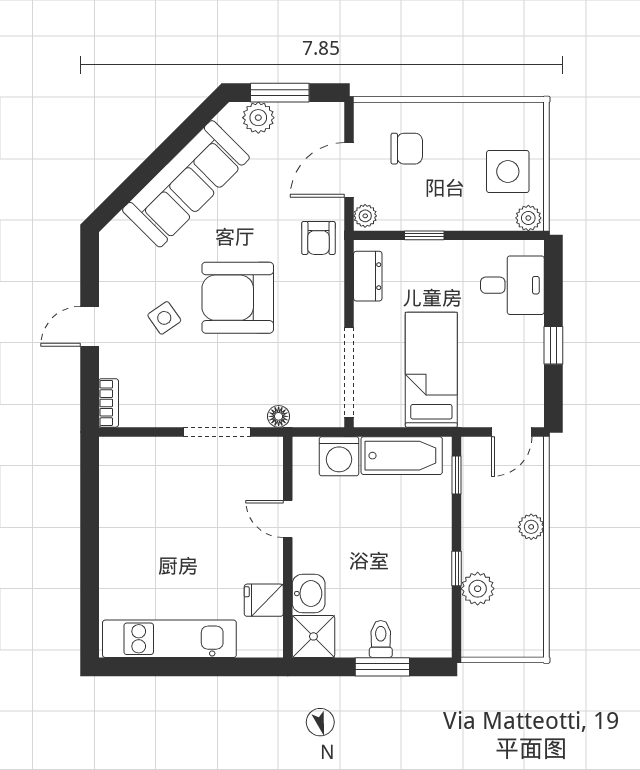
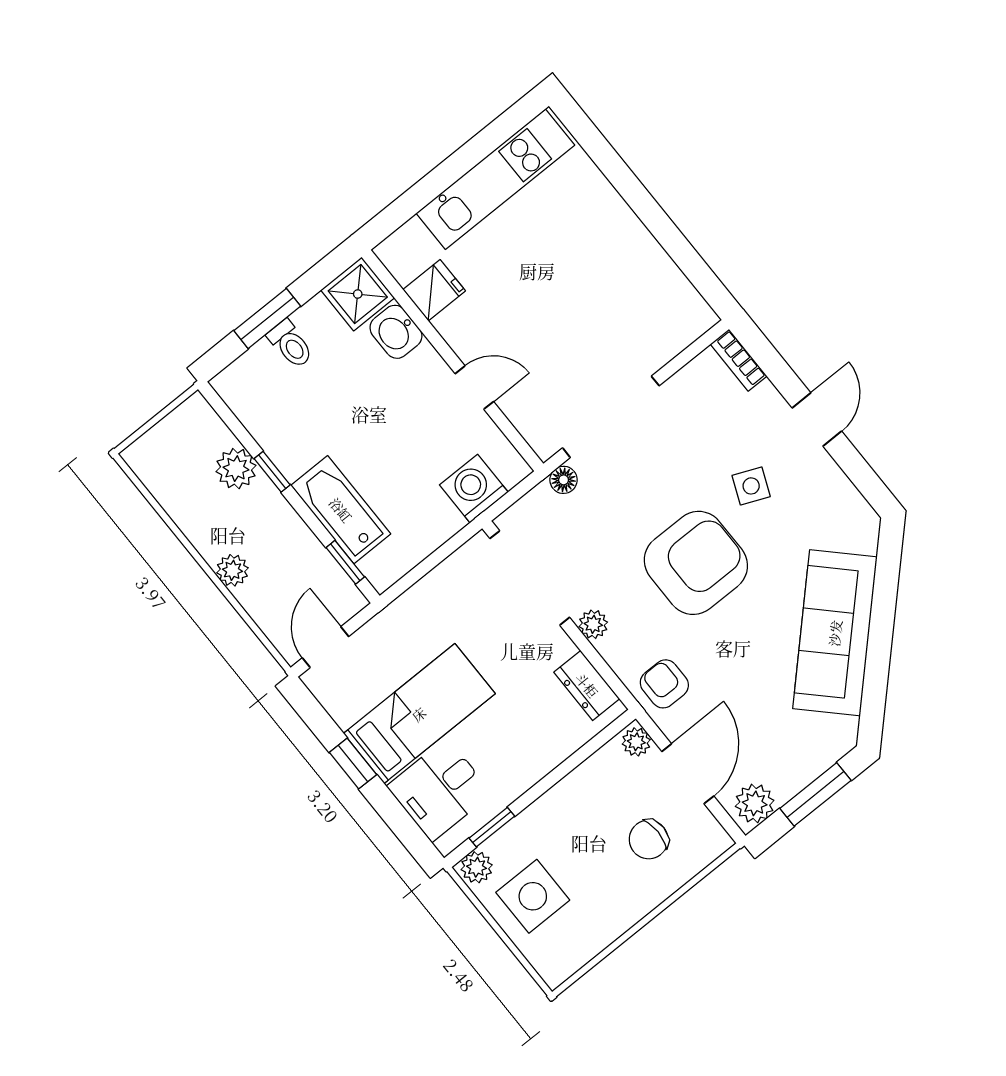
plant: (258, 118) -> (755, 803), moved
window: (424, 235) -> (492, 827), moved
plant: (333, 311) -> (593, 624), added
side table: (164, 318) -> (751, 486), turned -32
bed: (431, 370) -> (419, 714), moved, turned -90
doorway: (217, 432) -> (611, 417), width x1.36
bathtub: (402, 456) -> (341, 510), moved, turned 90

